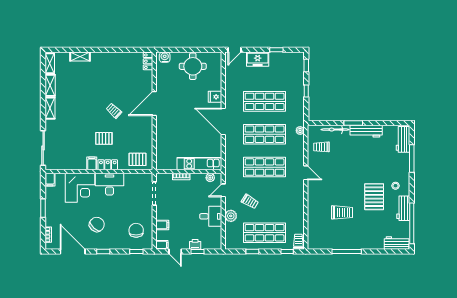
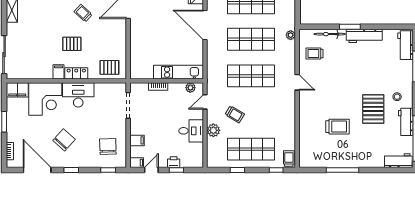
filing cabinet: (50, 180) -> (17, 90), width x2.00
door: (175, 251) -> (151, 170), swing flipped

